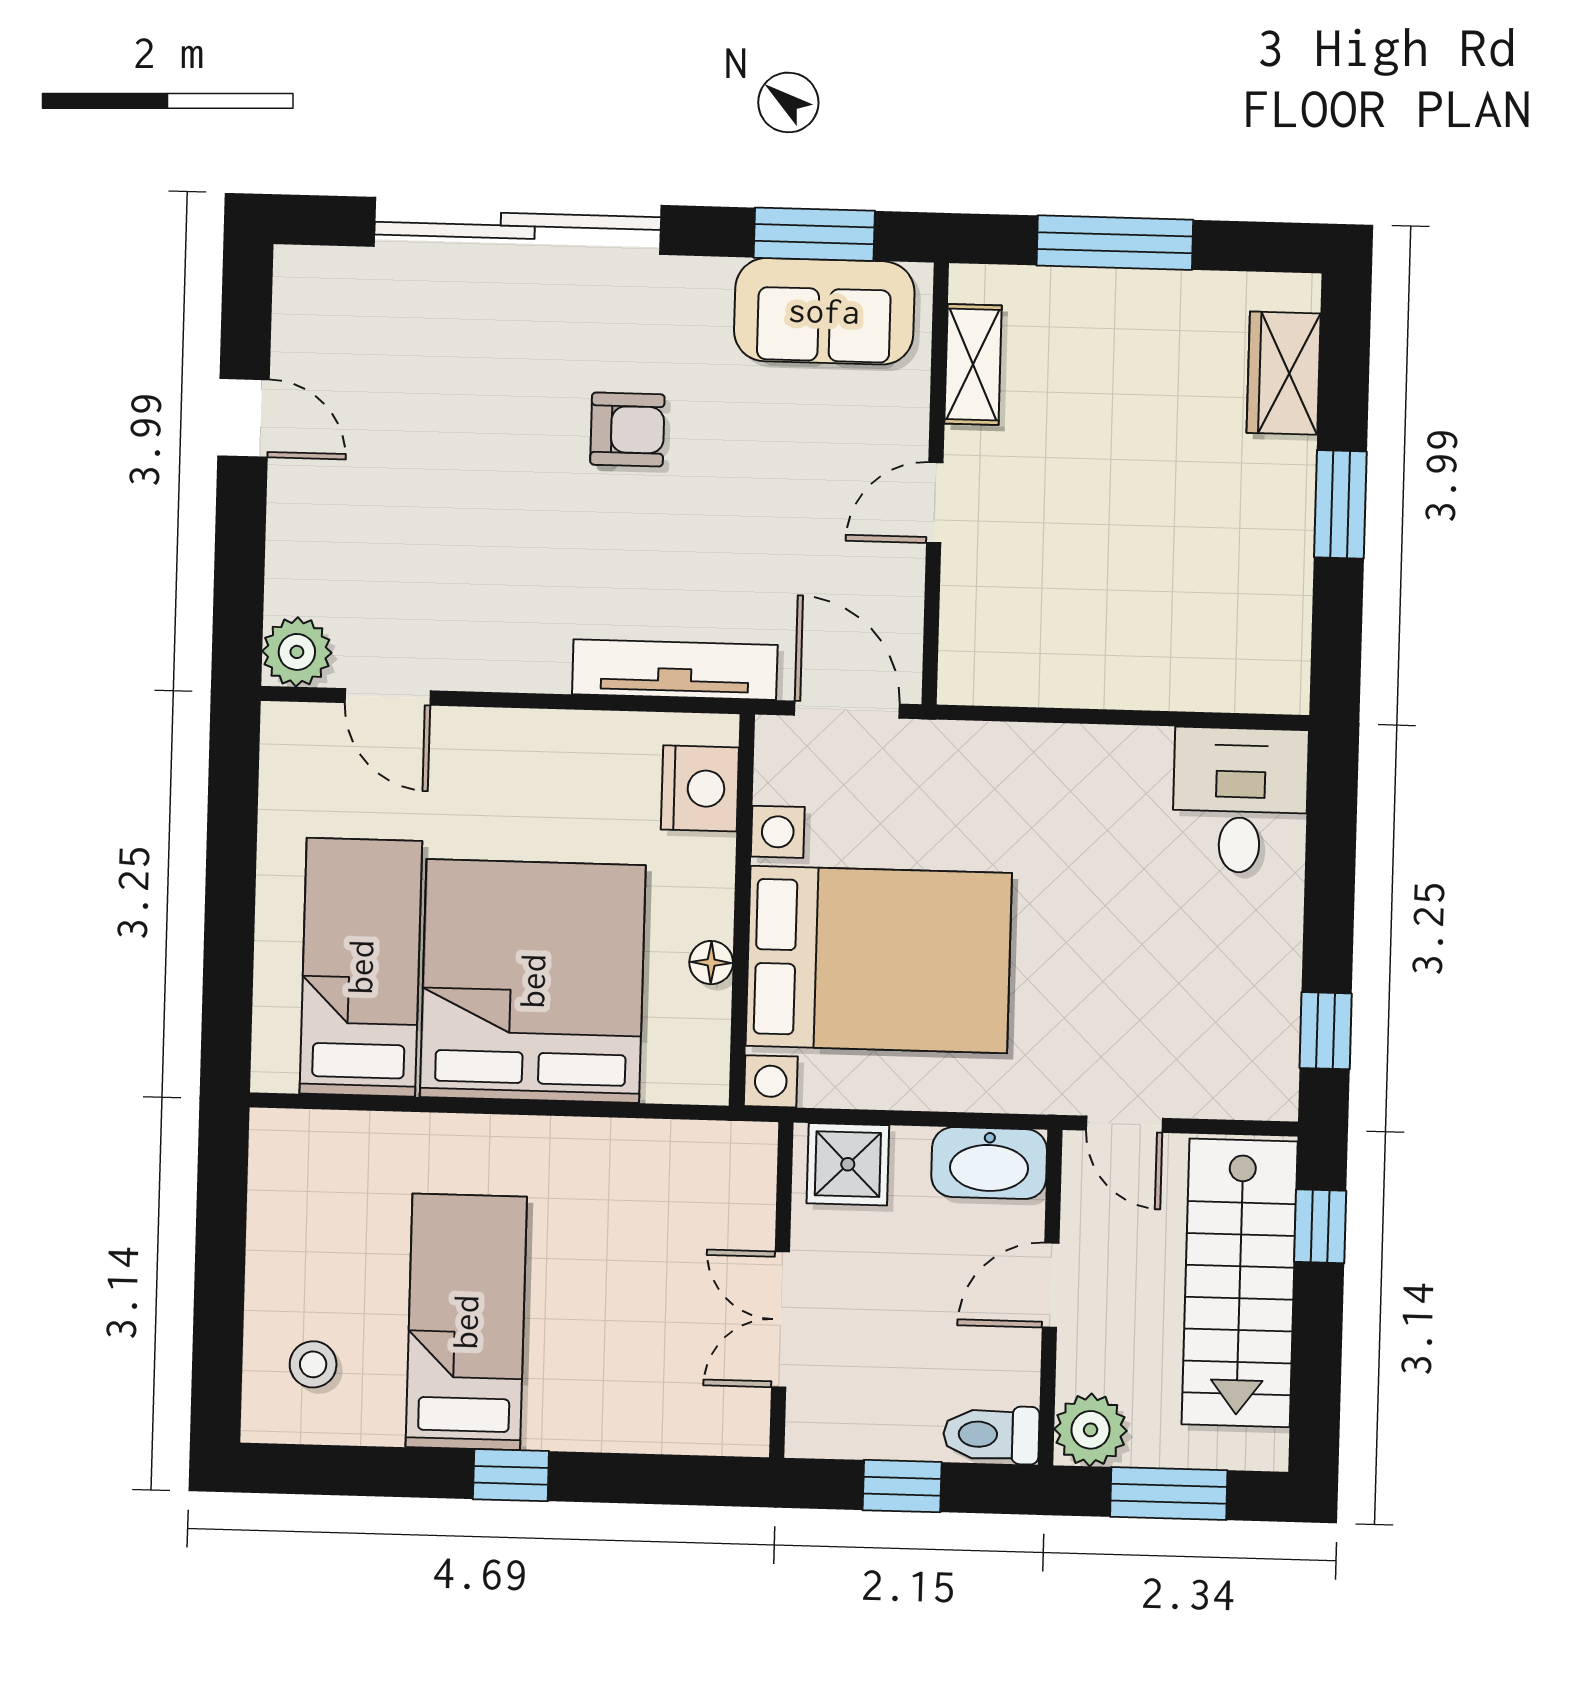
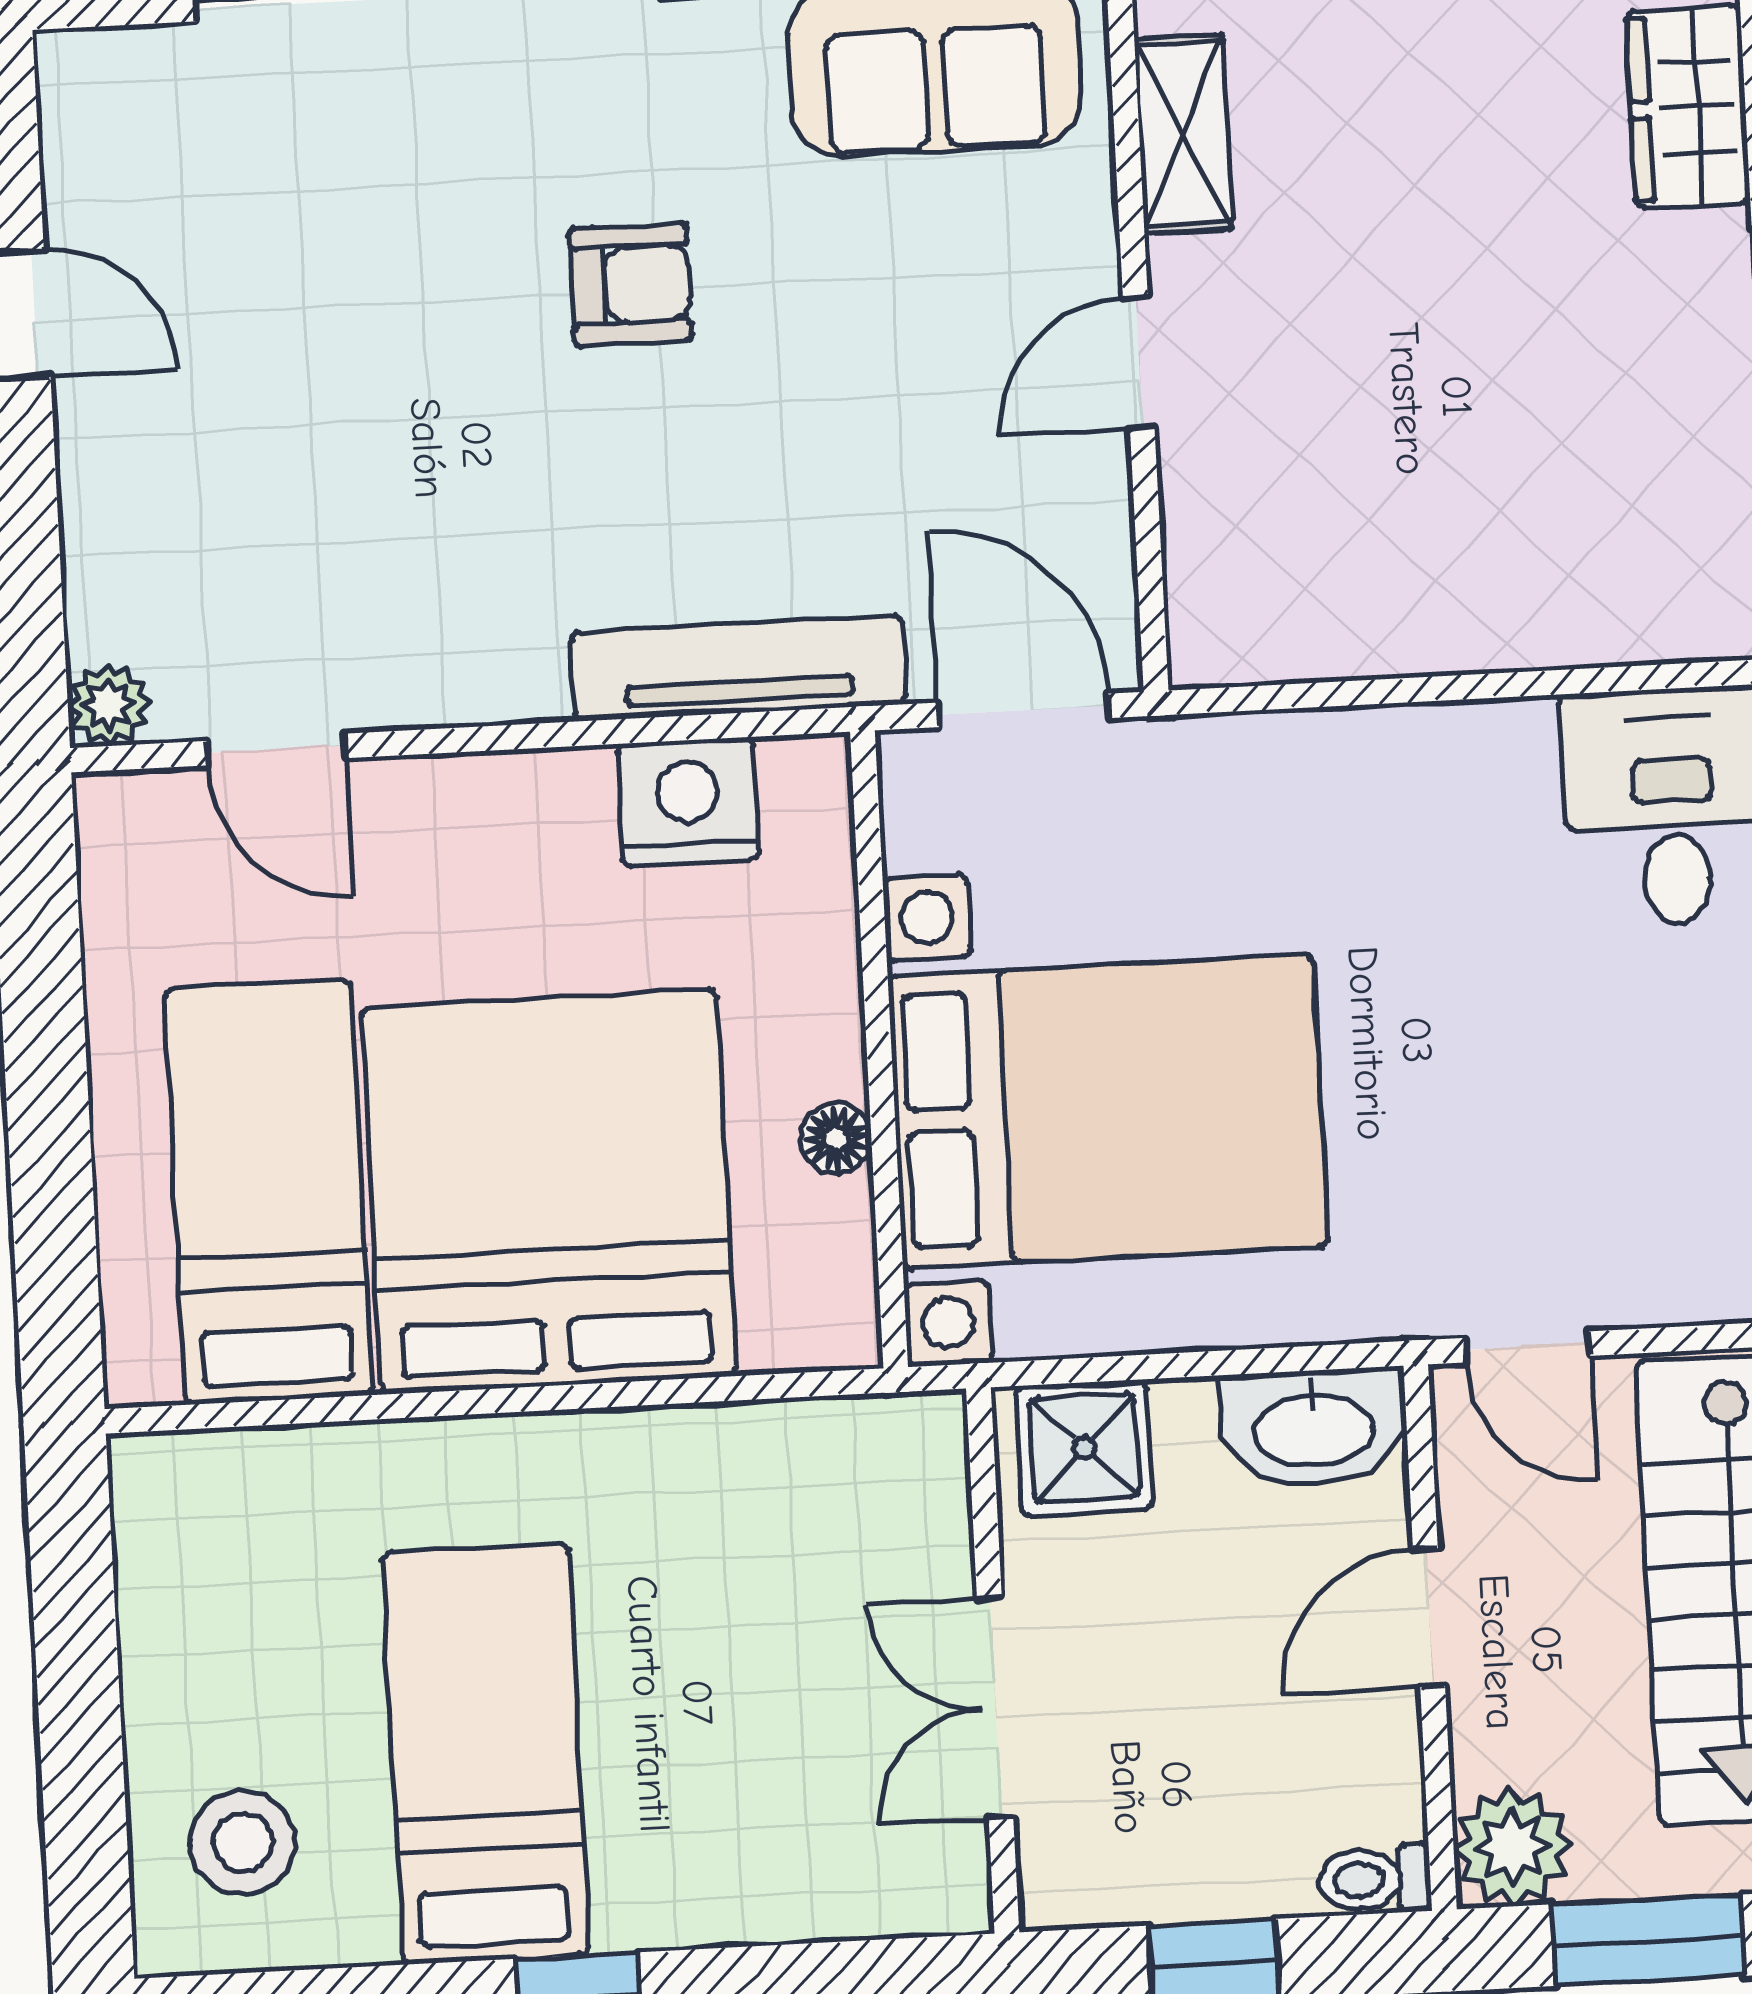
plant: (297, 652) -> (109, 705), width x0.73, depth x0.73
nightstand: (700, 788) -> (688, 802), moved, turned -90
stool: (313, 1364) -> (243, 1842), width x1.37, depth x1.37
toilet: (991, 1435) -> (1374, 1879), width x0.73, depth x0.72

